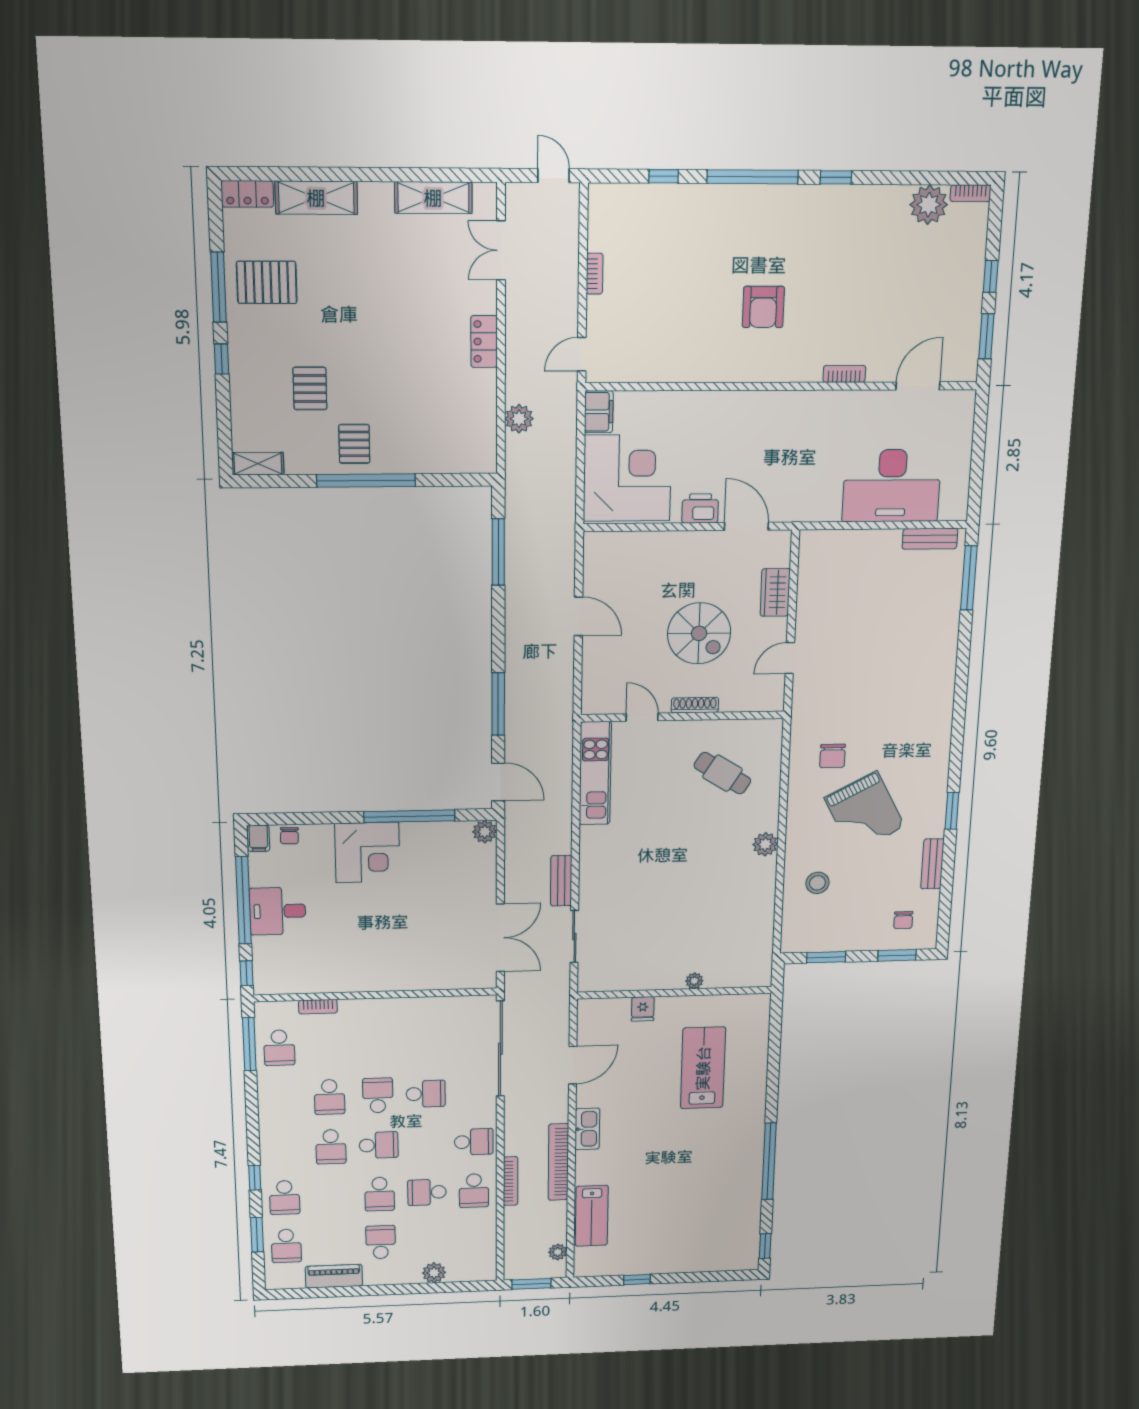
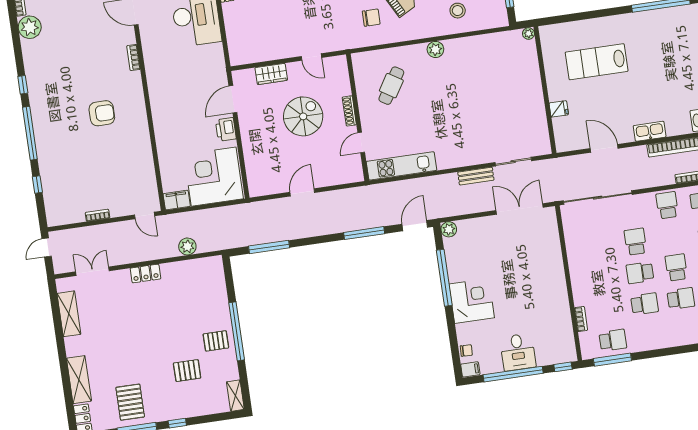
double door: (501, 250) -> (92, 271), swing flipped
plant: (694, 981) -> (528, 34), moved

